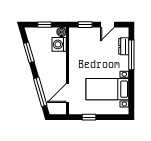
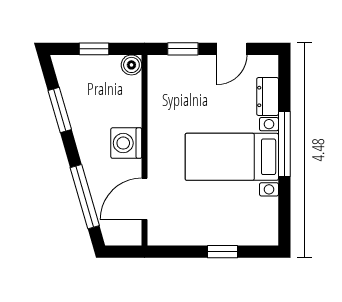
washing machine: (59, 44) -> (126, 143), moved
window: (131, 55) -> (284, 144), moved
bed with nightstands: (107, 89) -> (232, 157), moved
window: (89, 117) -> (223, 252), moved

